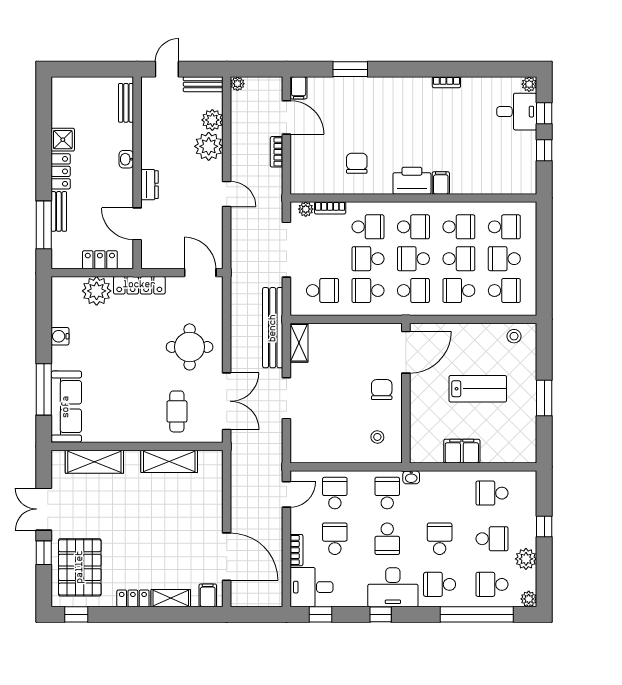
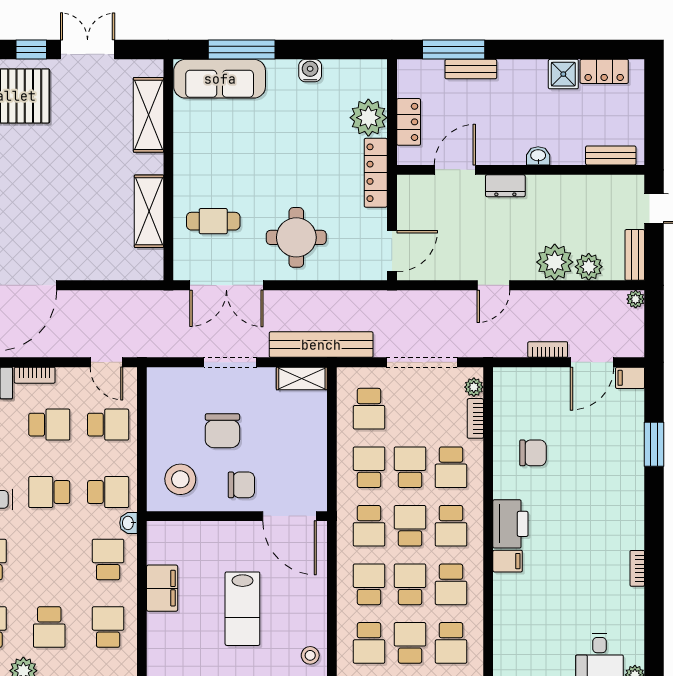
locker: (61, 171) -> (604, 71), moved
school desk: (459, 259) -> (410, 584), turned 180
chair: (340, 404) -> (222, 431), added
stool: (377, 437) -> (180, 479), width x1.89, depth x1.89
school desk: (440, 539) -> (108, 560), moved, turned -90

